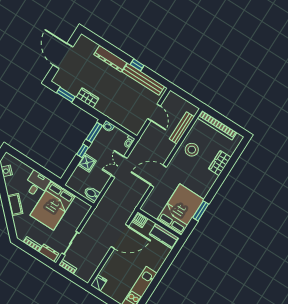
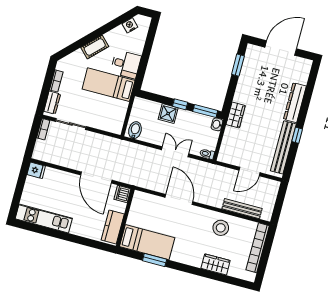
wardrobe: (87, 98) -> (236, 115), moved
bed: (53, 206) -> (109, 85), width x0.67
bed: (180, 210) -> (147, 242), width x0.67

